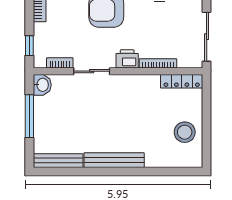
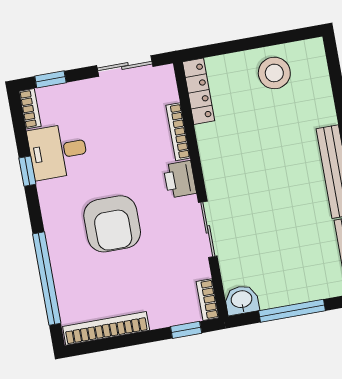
sliding door: (207, 37) -> (125, 66), width x0.73
bookcase: (60, 63) -> (208, 300), moved

